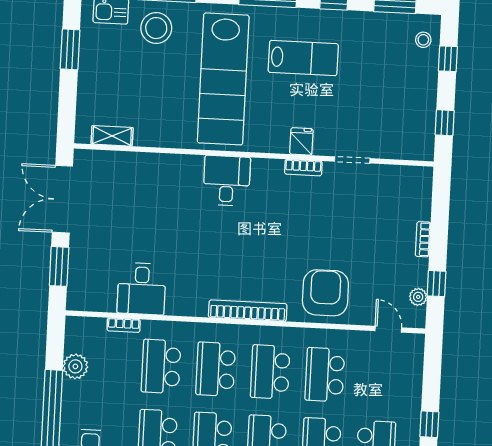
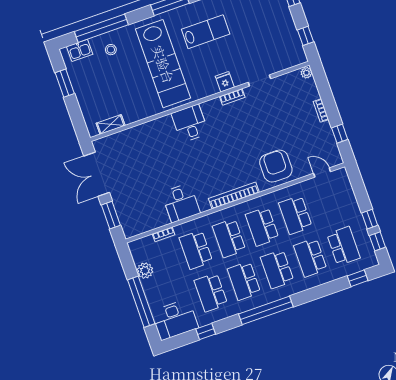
stool: (156, 28) -> (111, 50), width x0.53, depth x0.53
desk: (142, 289) -> (181, 203), moved
plant: (418, 297) -> (306, 73), moved

